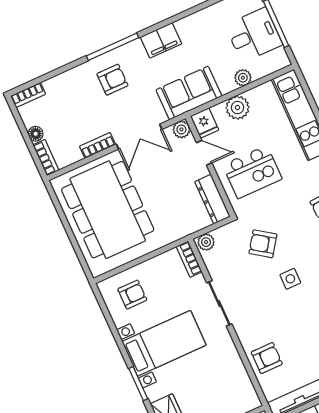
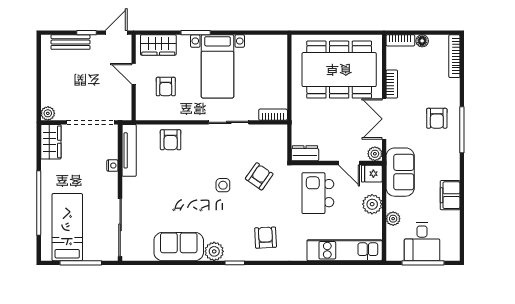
filing cabinet: (161, 40) -> (450, 195), moved
bookcase: (28, 95) -> (454, 56), width x1.56
door: (204, 153) -> (349, 163), hinge flipped
dresser: (212, 199) -> (305, 153), width x0.70
plant: (206, 242) -> (280, 133), removed
armchair: (132, 295) -> (166, 87), moved

